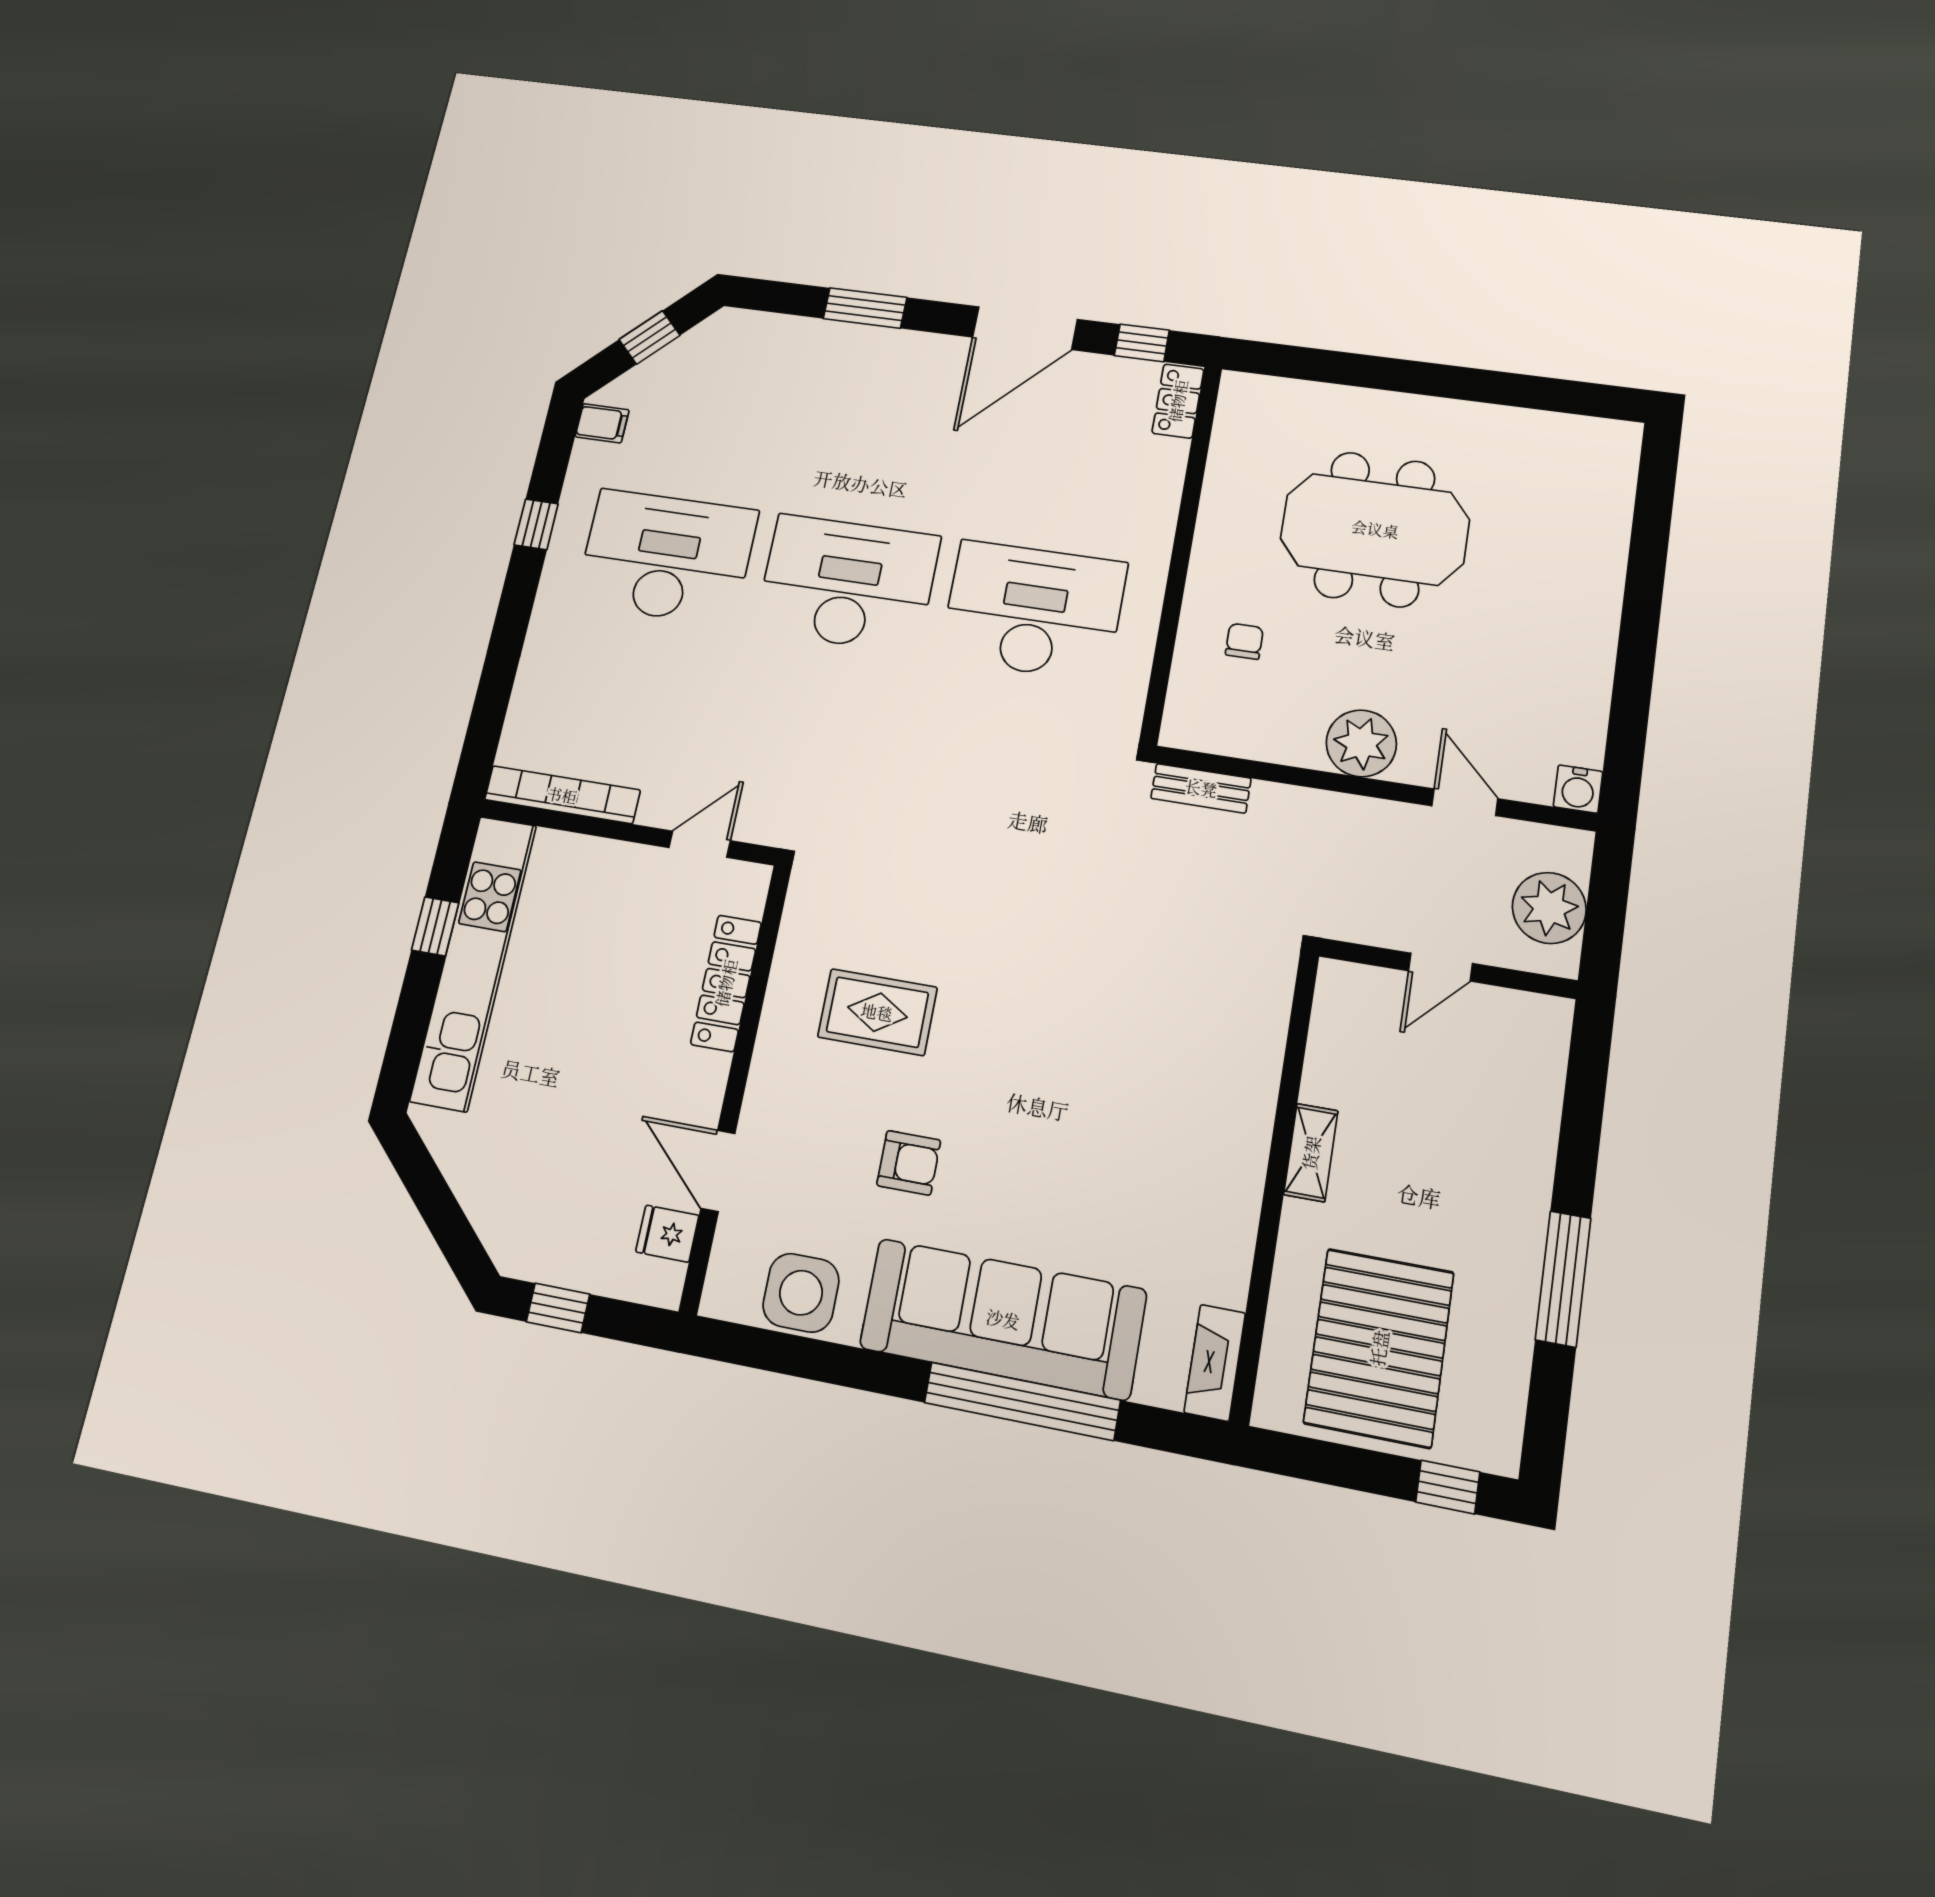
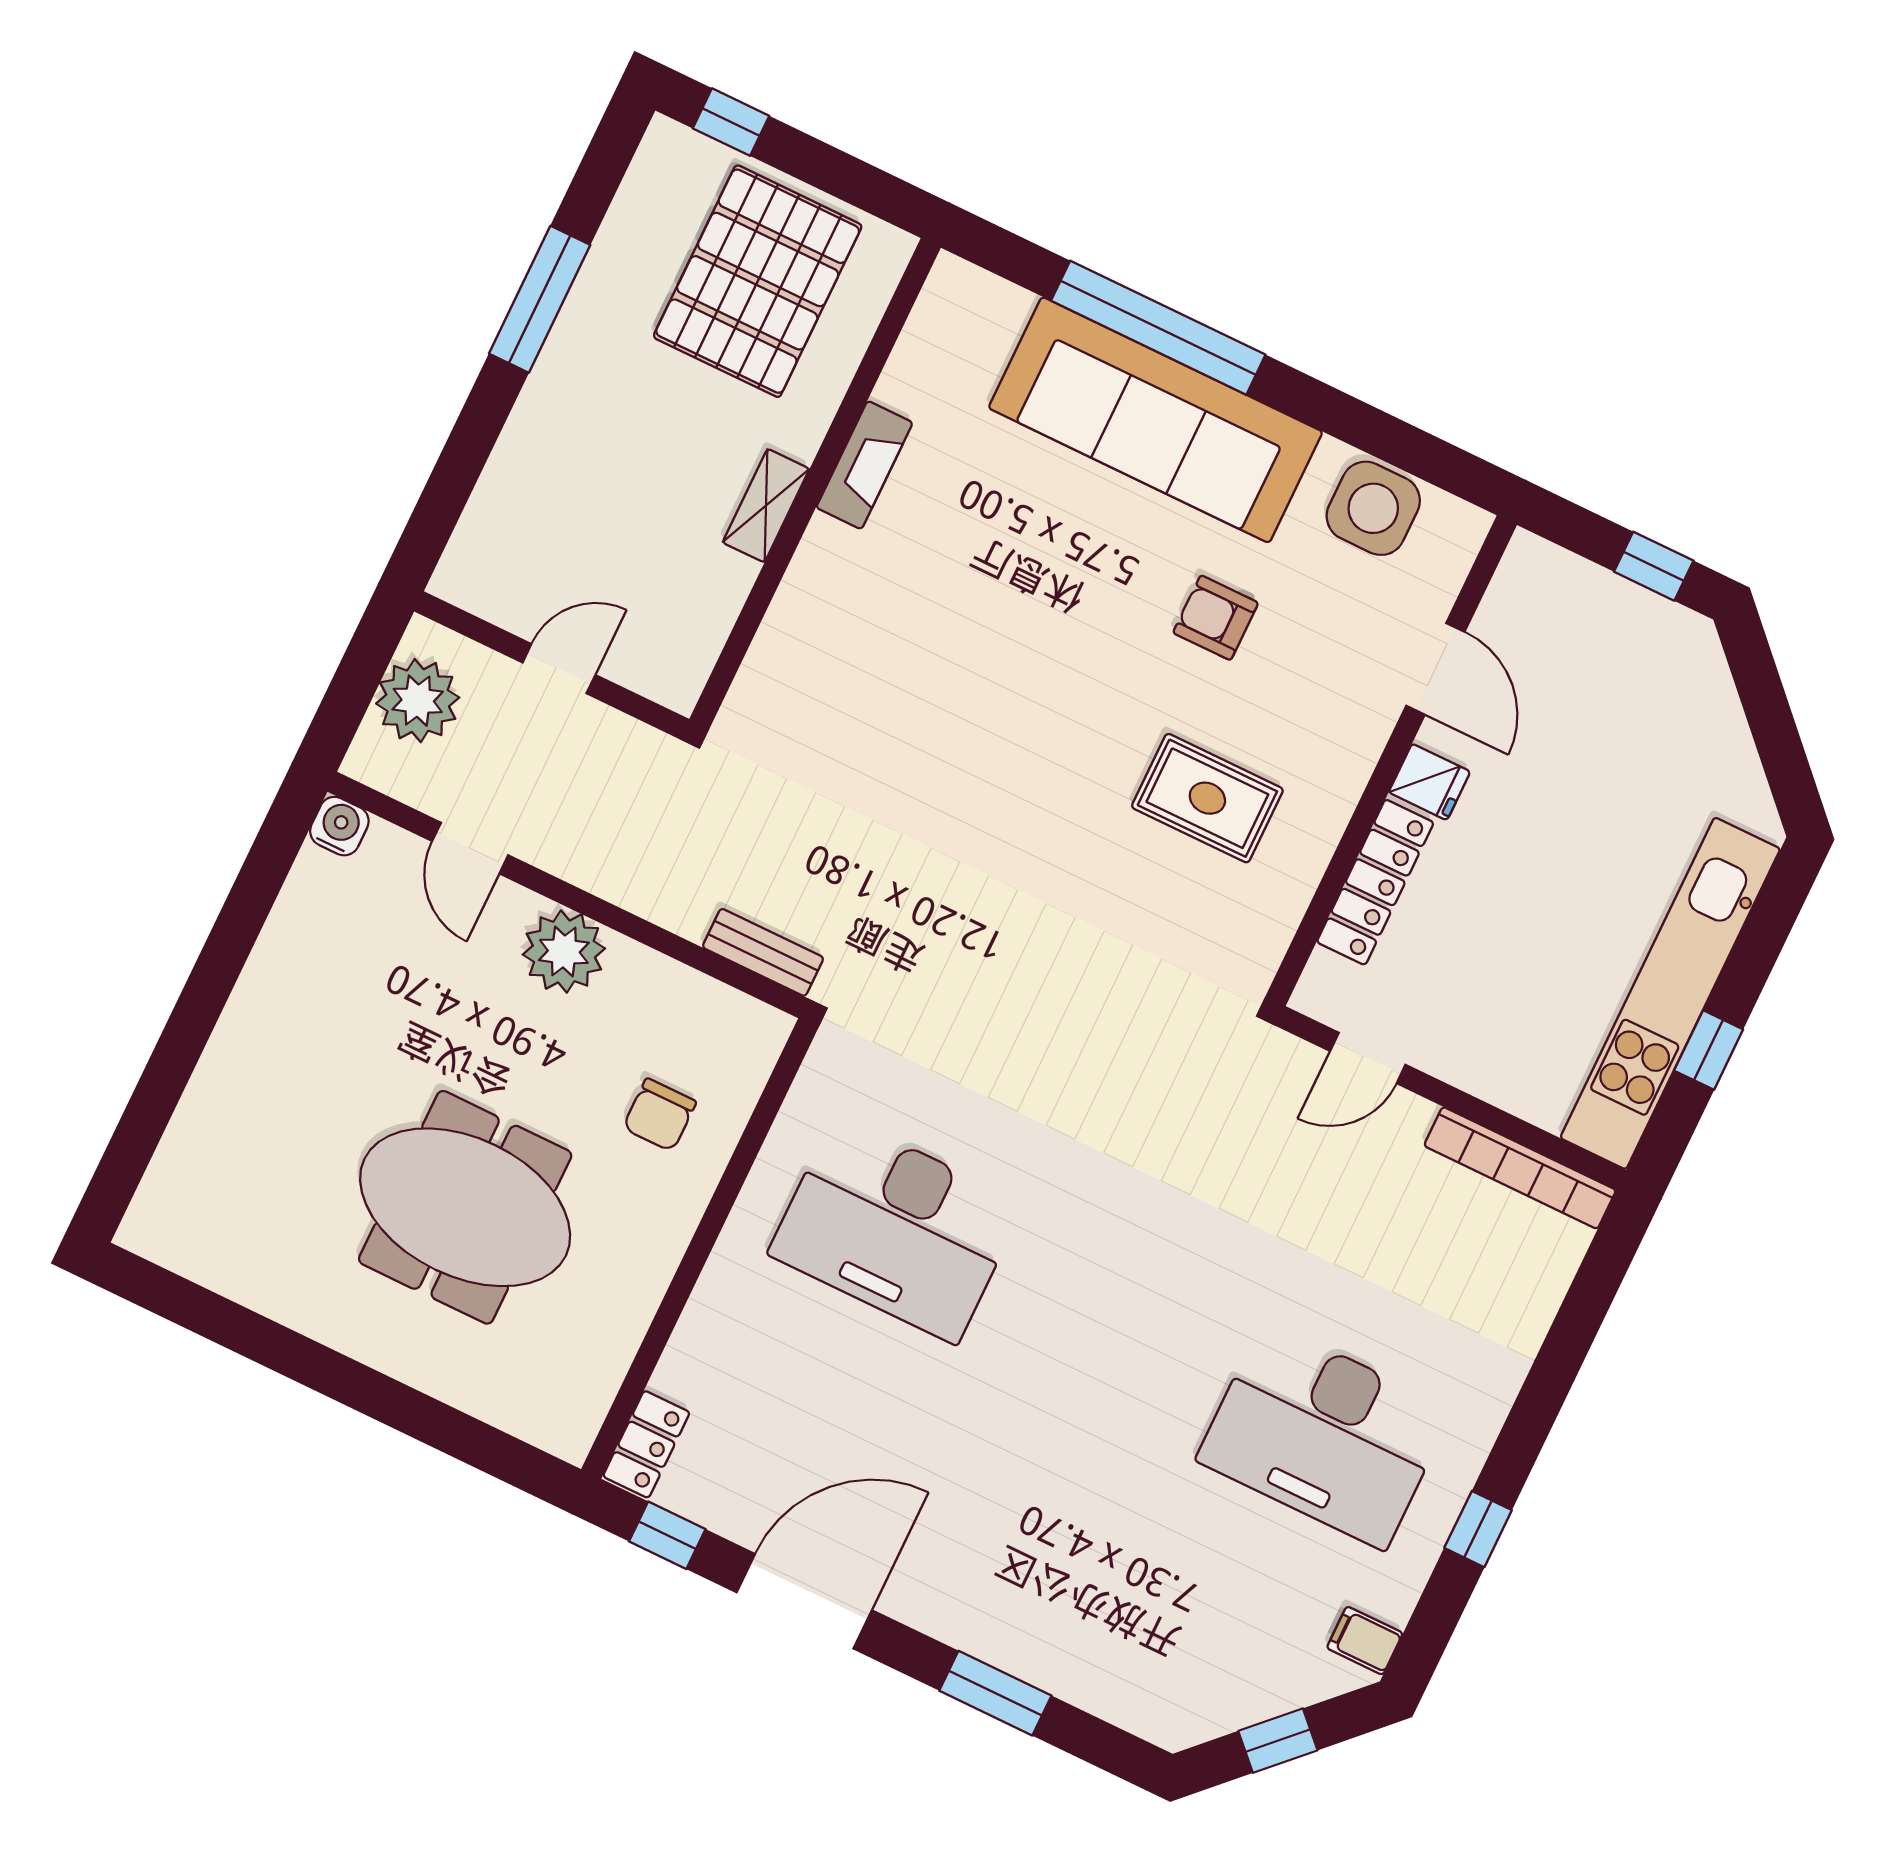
desk: (847, 583) -> (1110, 1332), removed
chair: (1244, 641) -> (659, 1115), width x1.37, depth x1.37
fridge: (667, 1234) -> (1429, 782), moved
fireplace: (1215, 1363) -> (864, 465), moved

